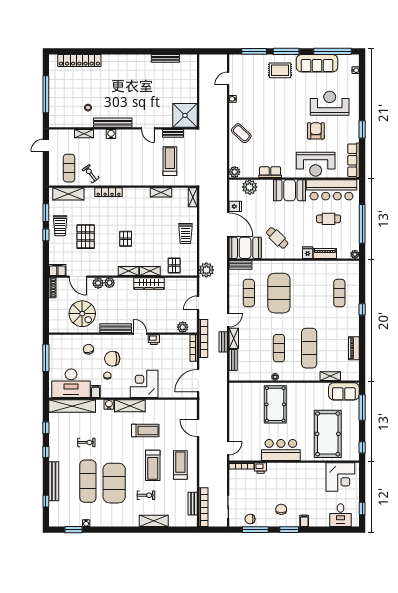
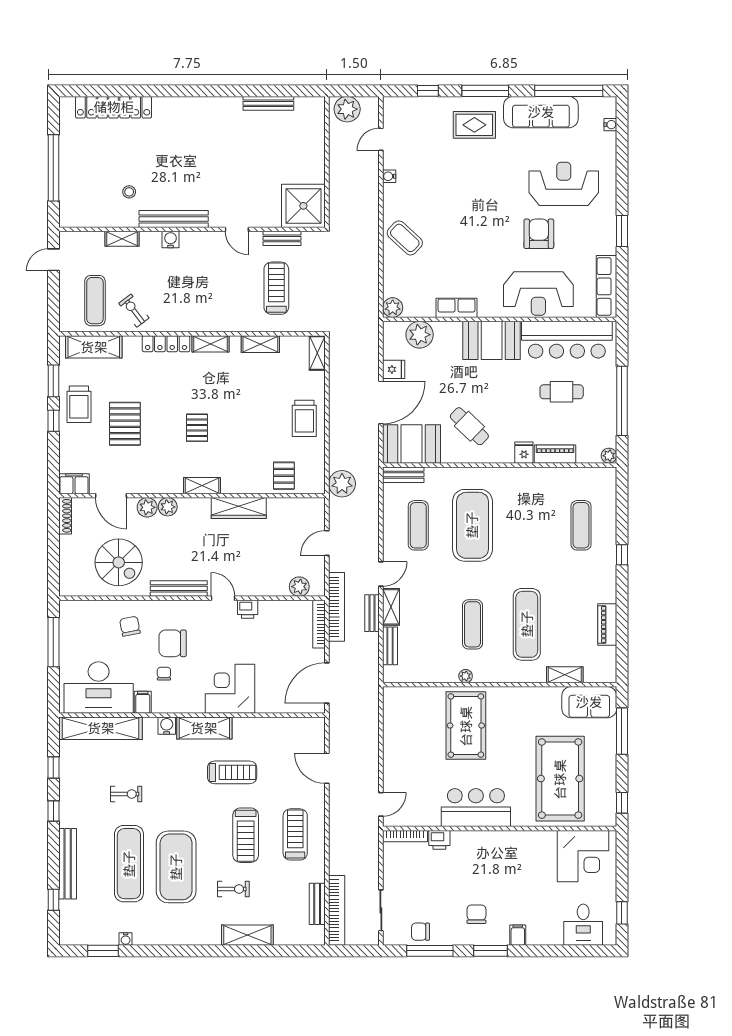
window: (254, 51) -> (428, 91), width x0.46
plant: (209, 62) -> (347, 109), added
door: (228, 225) -> (381, 403), hinge flipped
shelving: (150, 271) -> (210, 344), moved

